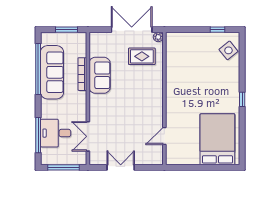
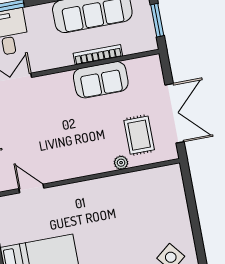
window: (217, 30) -> (198, 236), removed
plant: (158, 37) -> (121, 163), moved

